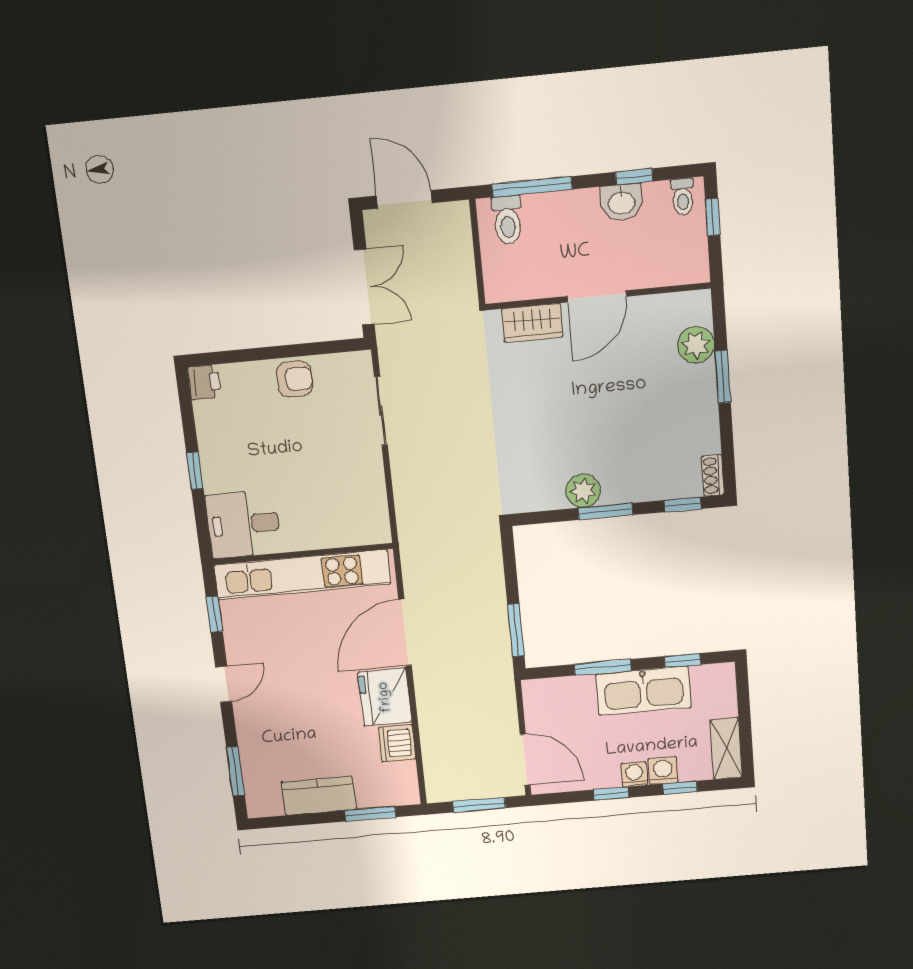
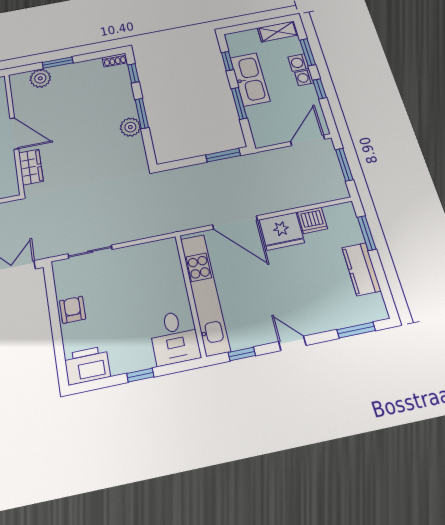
printer: (204, 382) -> (87, 365), width x1.87, depth x1.48
window: (680, 788) -> (308, 52), width x1.50

